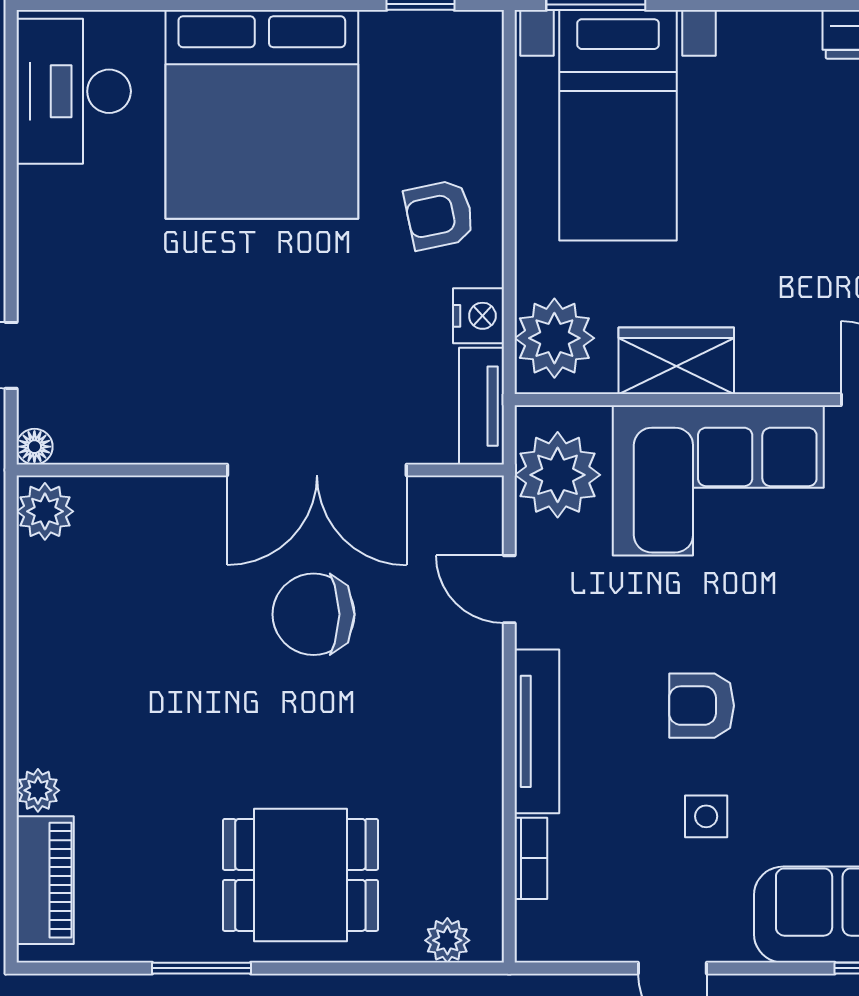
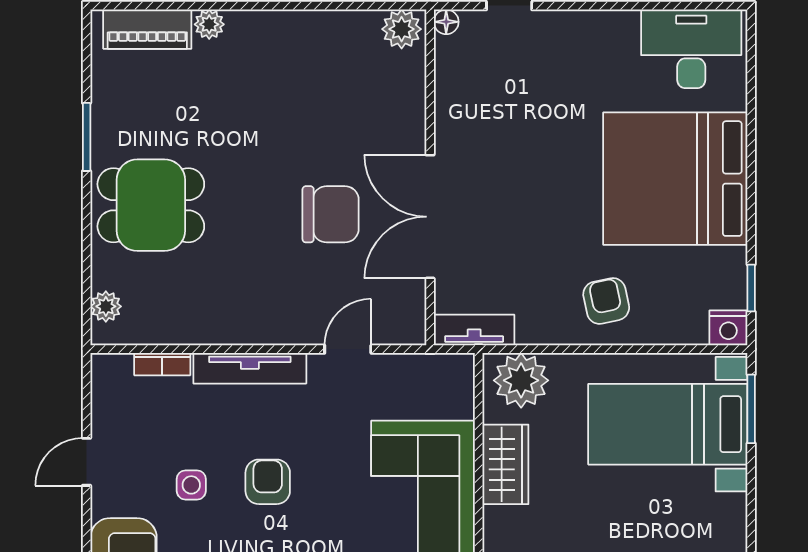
nightstand: (478, 316) -> (728, 328), moved
plant: (558, 475) -> (427, 383), removed
chair: (314, 614) -> (331, 214), turned 90
dining table: (300, 875) -> (151, 205), turned 90

